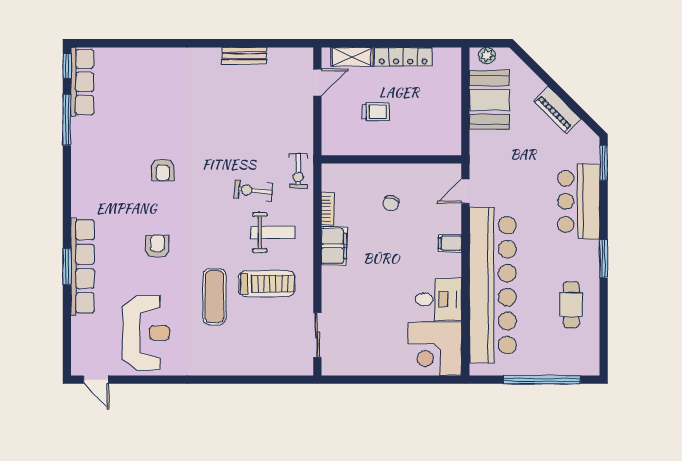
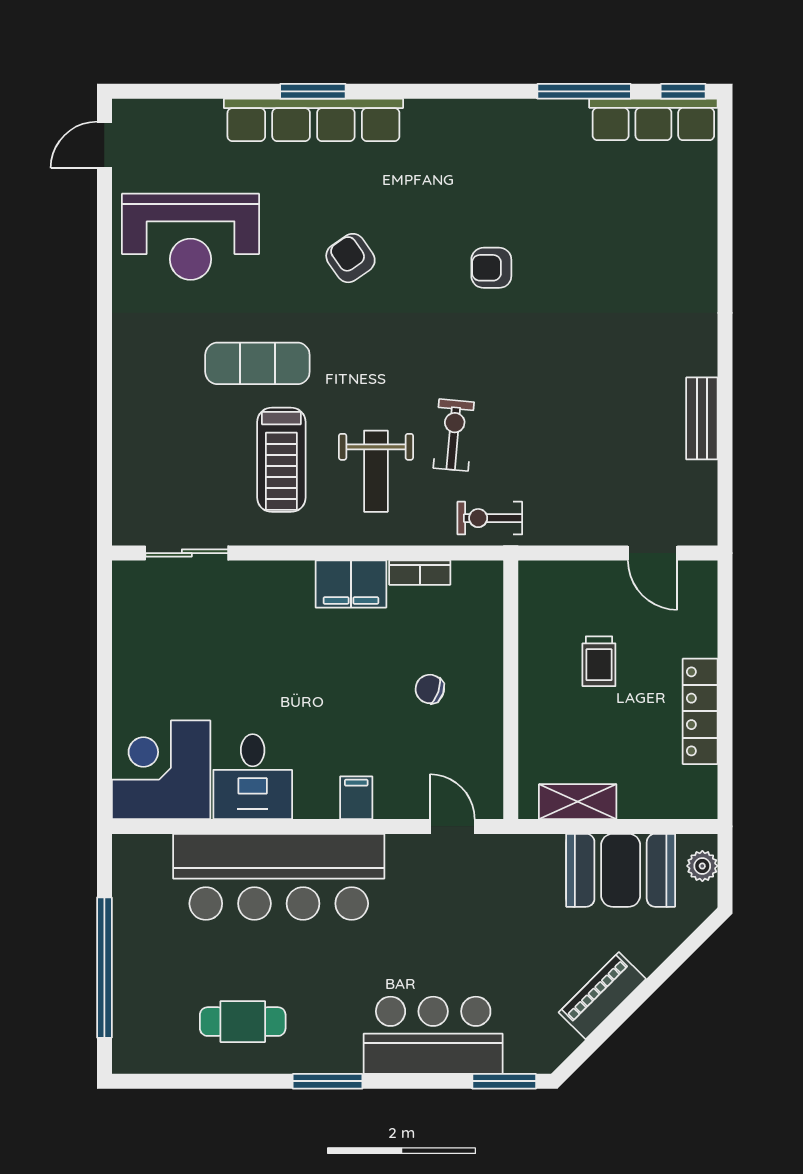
shelving: (352, 57) -> (578, 802), moved, turned 90
armchair: (157, 246) -> (350, 258), turned -125
bar counter: (493, 285) -> (279, 877), width x0.73

